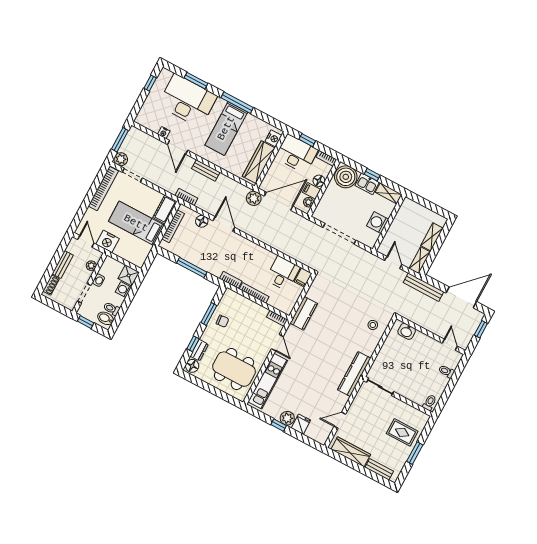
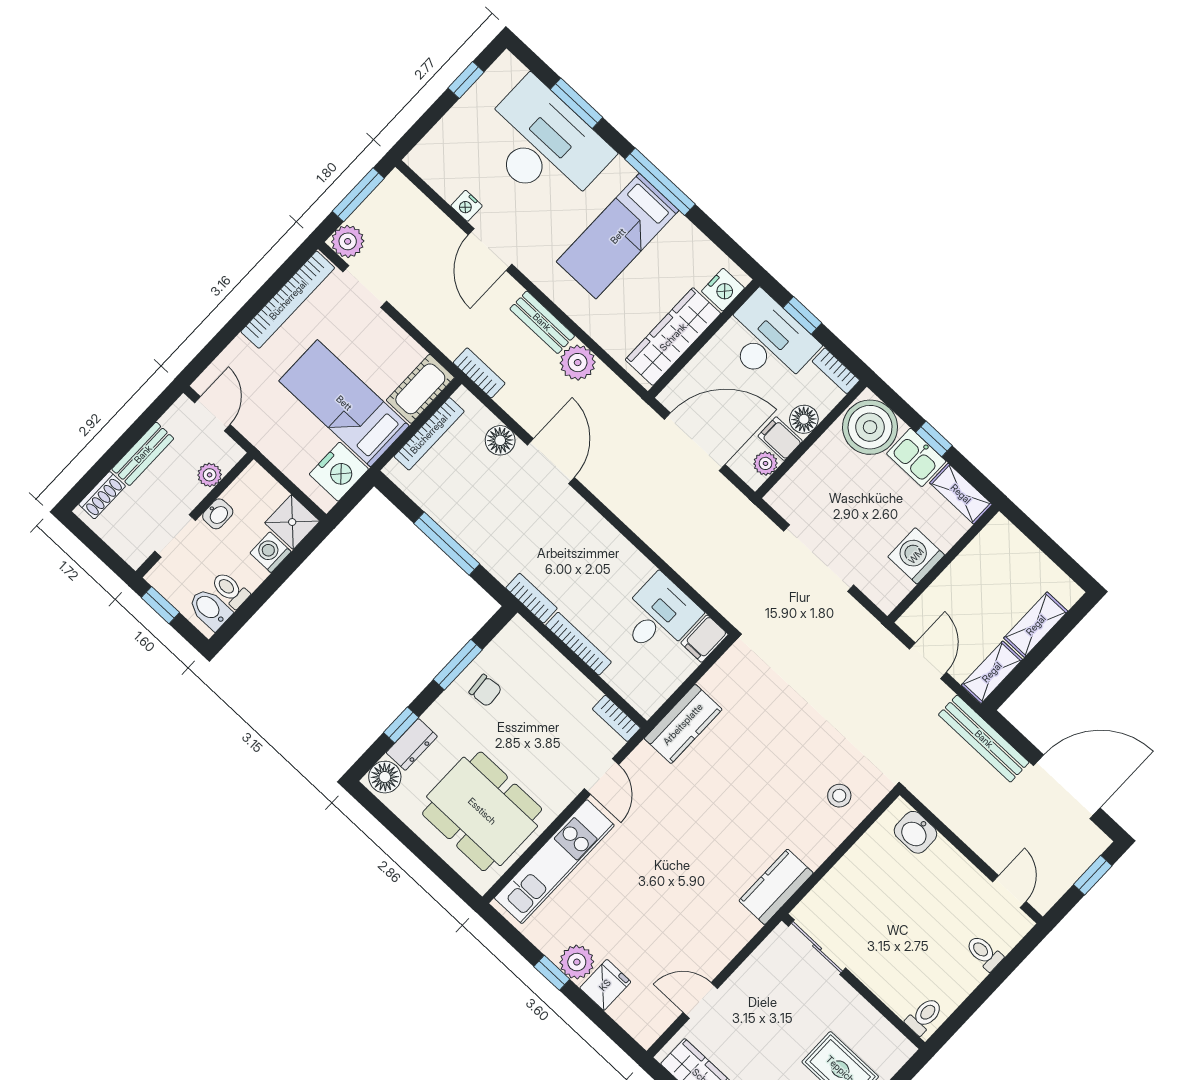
plant: (254, 198) -> (578, 363), moved
nightstand: (108, 241) -> (339, 472), moved, turned -90
kitchen counter: (354, 374) -> (776, 887), width x0.67

